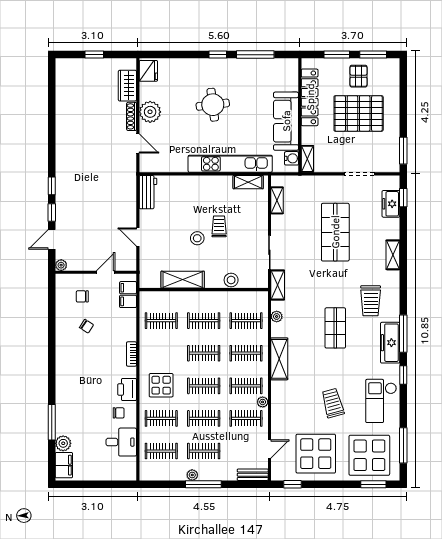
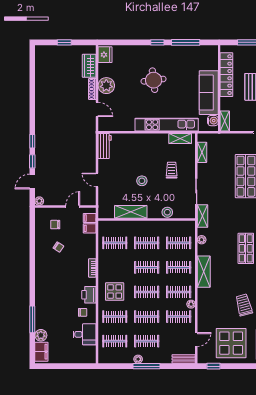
trolley: (219, 226) -> (172, 170), moved

